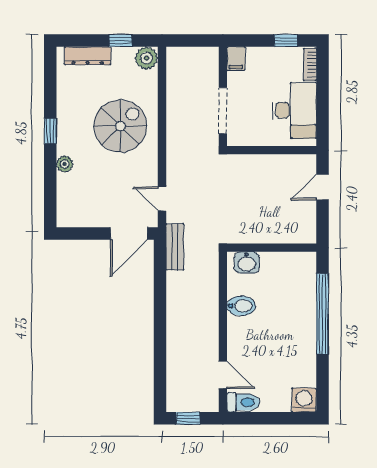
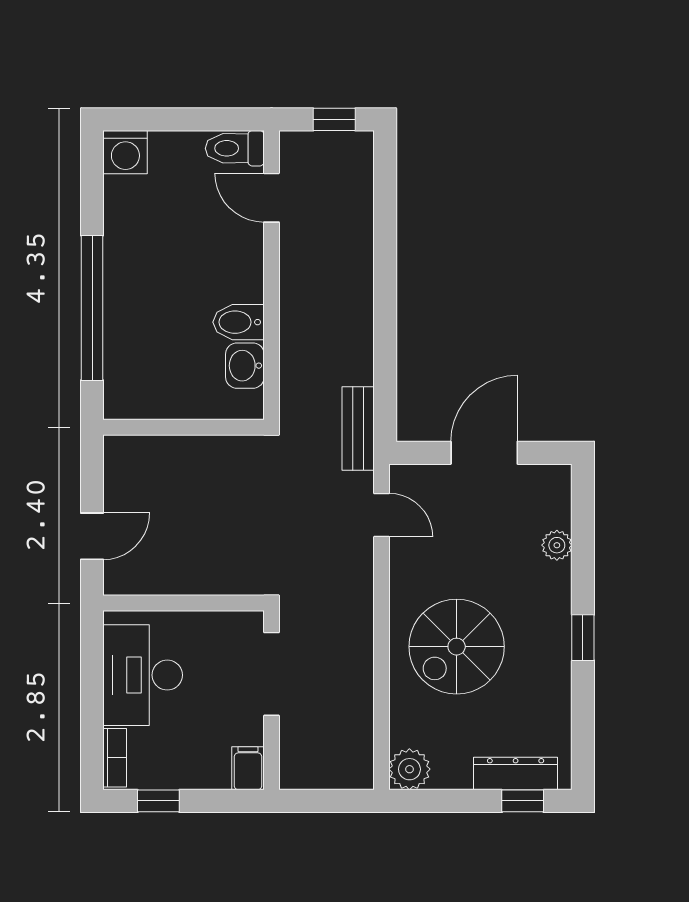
window: (121, 40) -> (523, 801), moved
plant: (65, 164) -> (557, 545), moved
door: (129, 233) -> (484, 453), moved
washbasin: (247, 262) -> (245, 366), moved, turned -90

